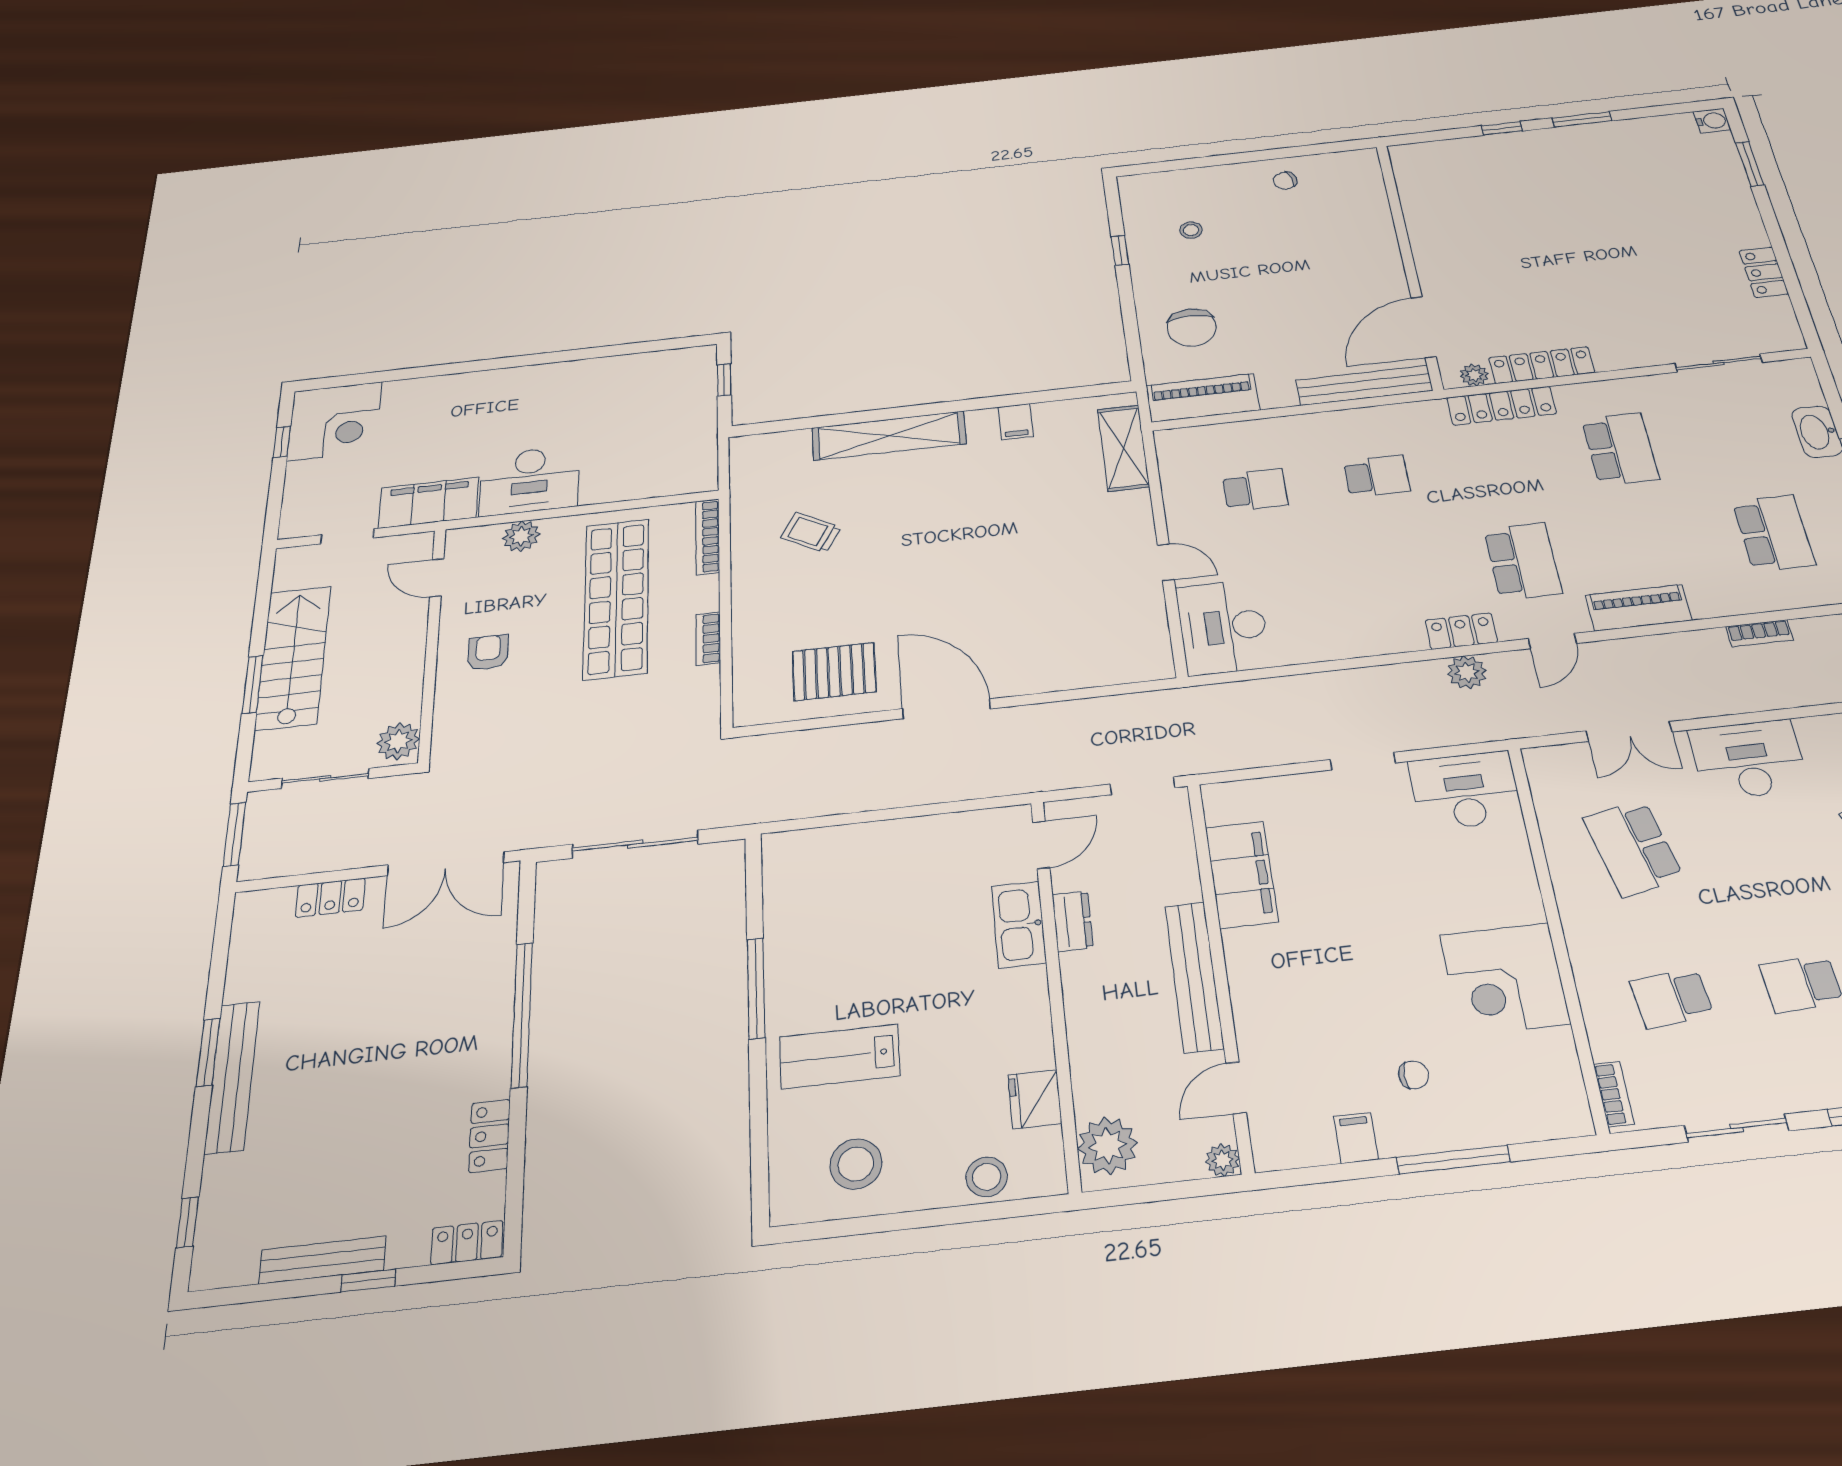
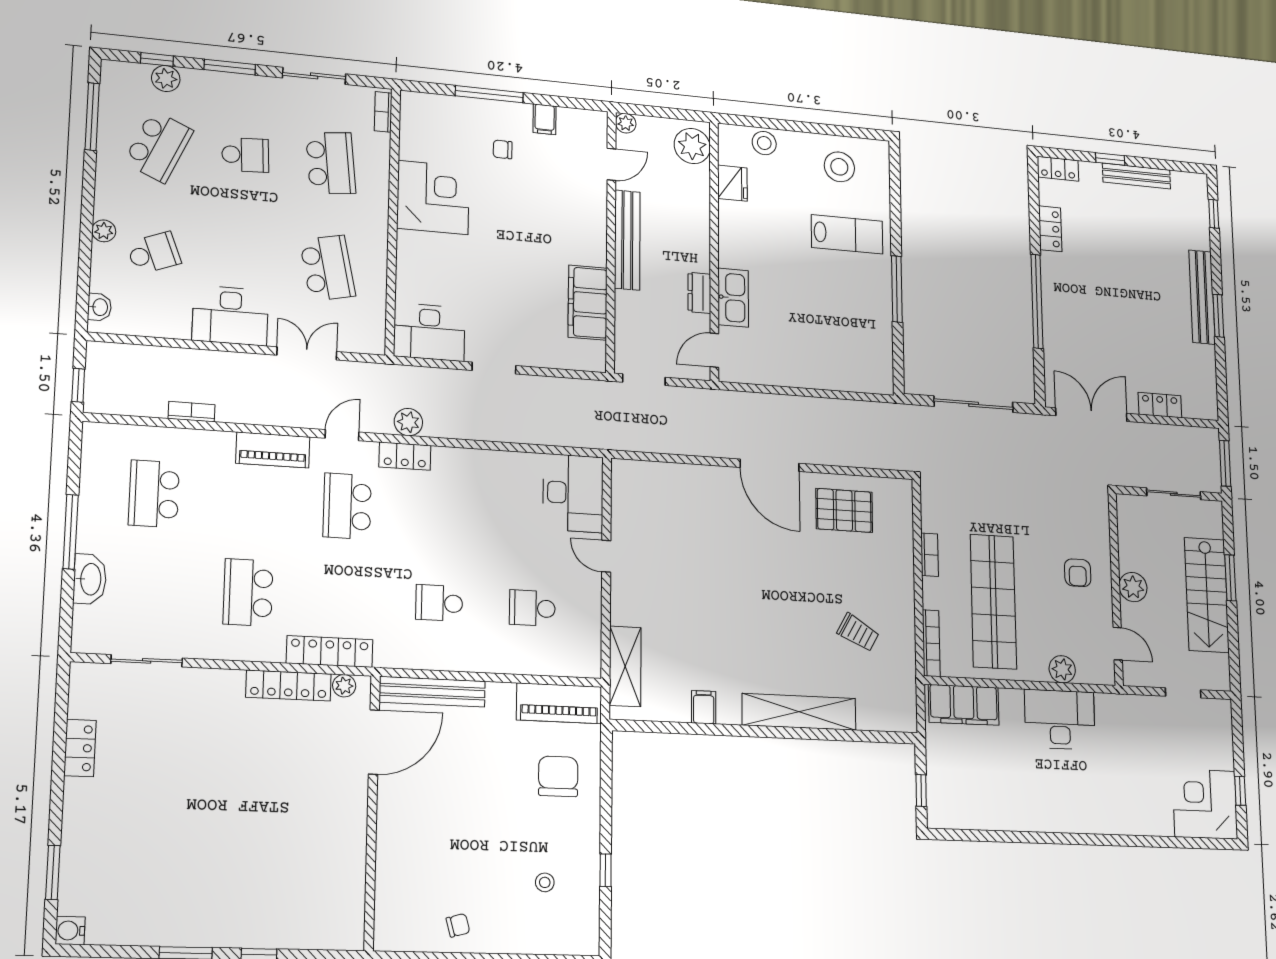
filing cabinet: (429, 503) -> (964, 705), moved
plant: (398, 741) -> (1133, 587), moved
school desk: (1672, 998) -> (331, 163), width x1.85

